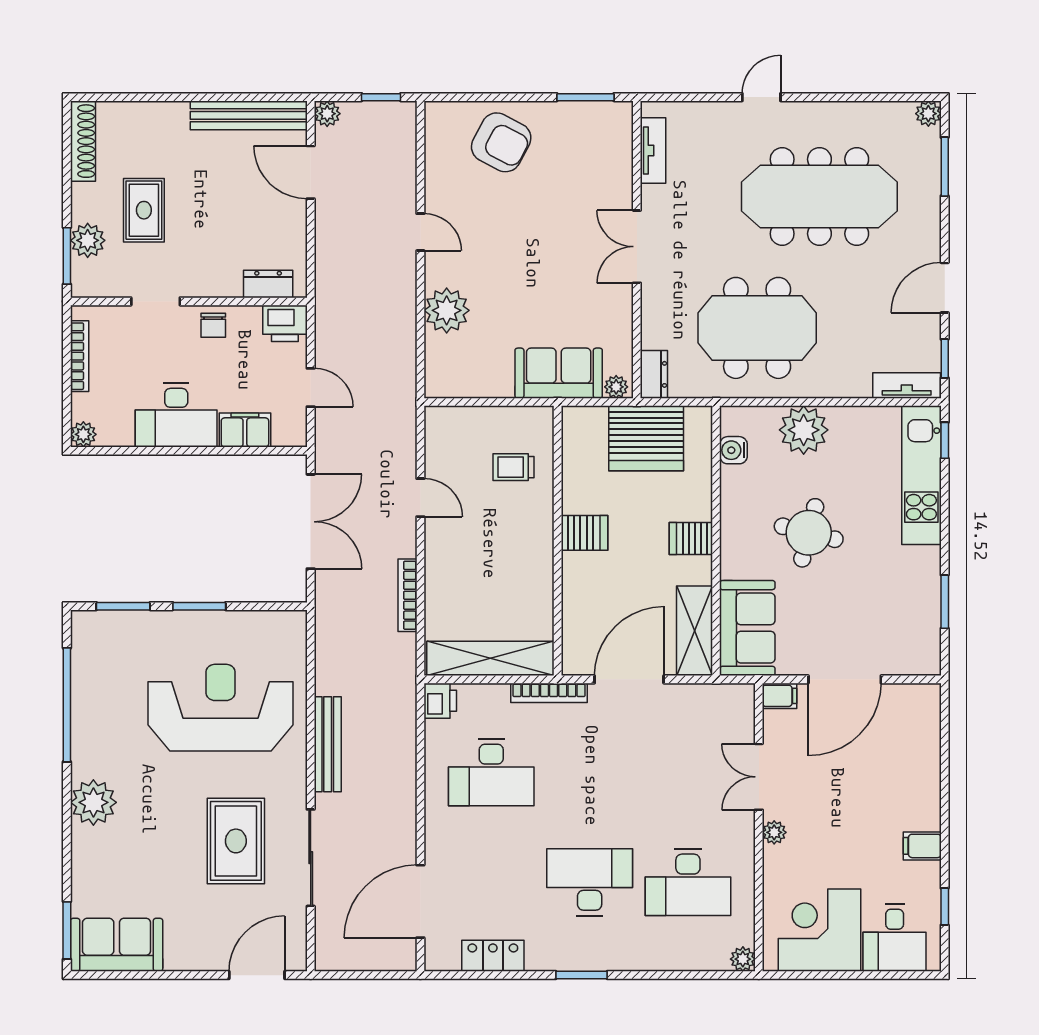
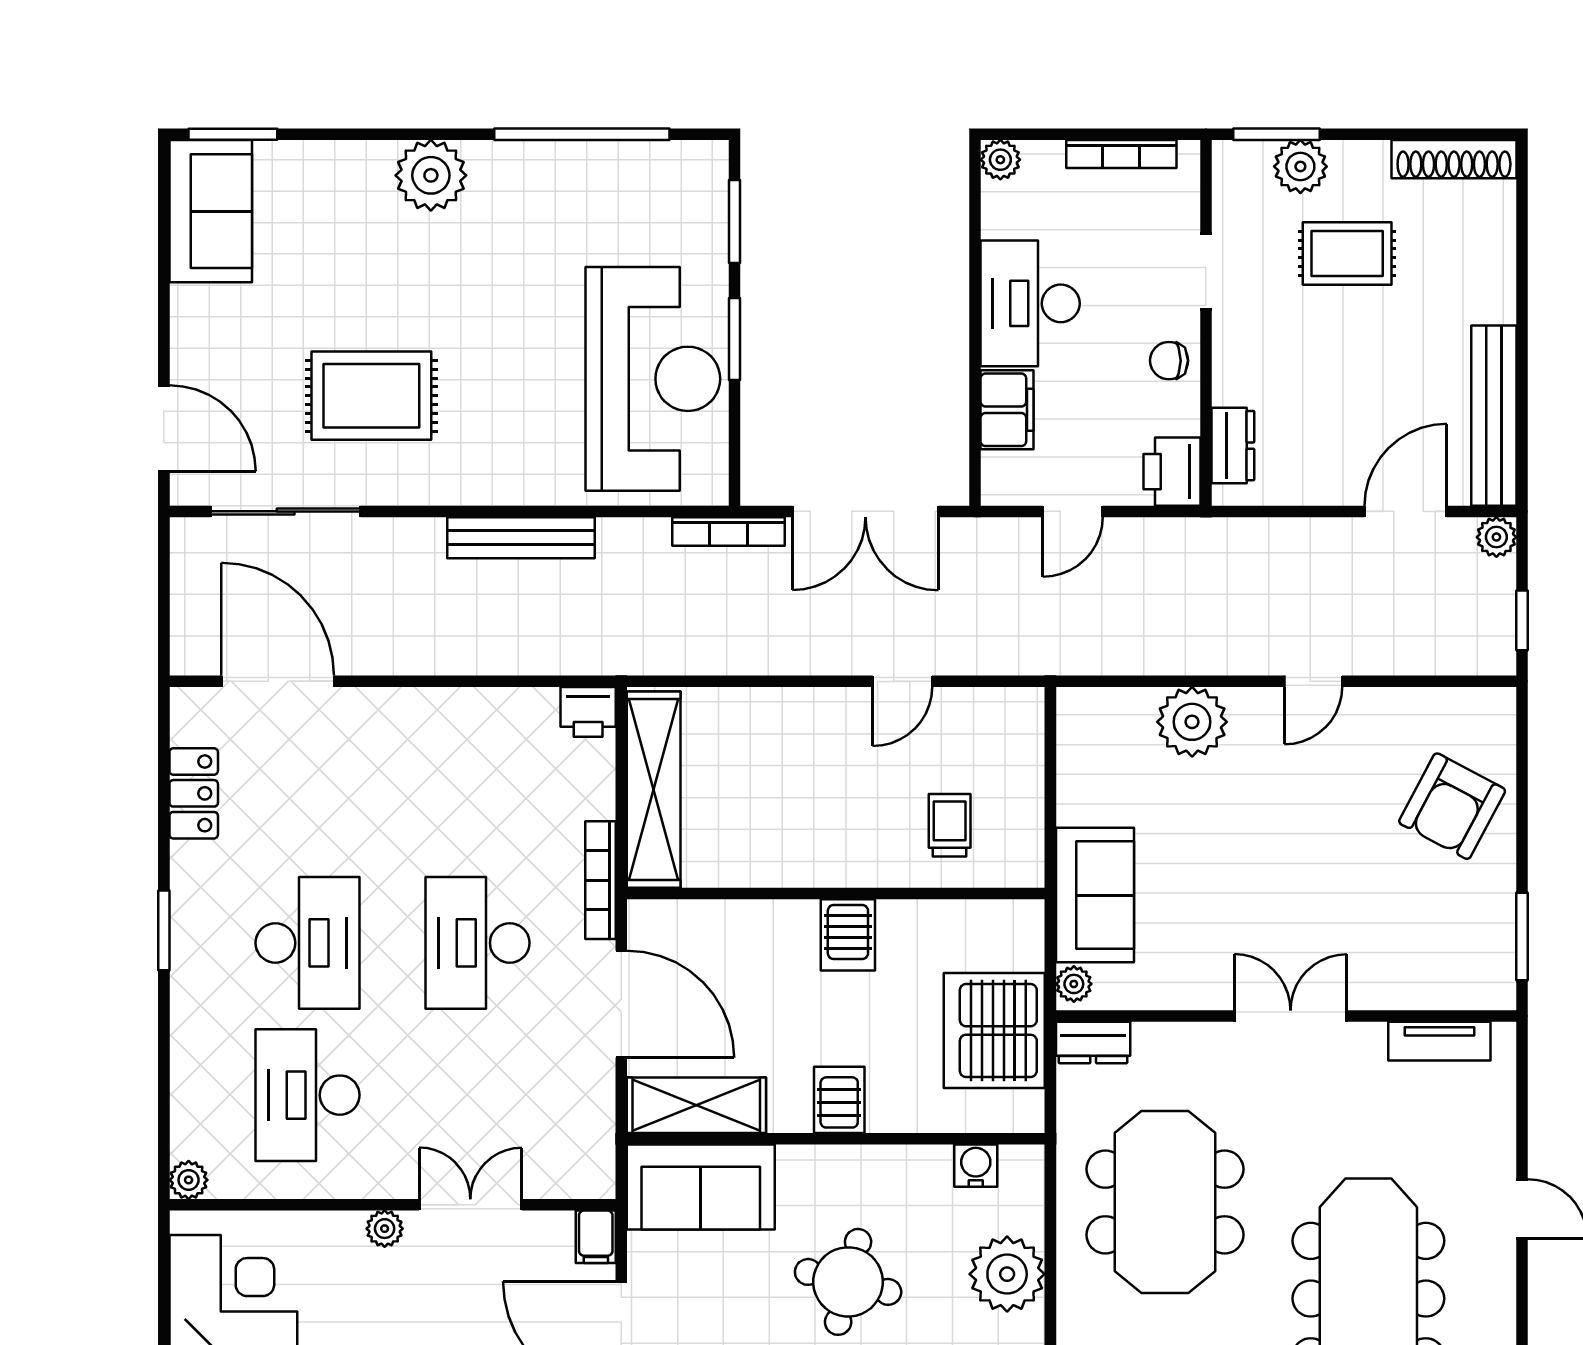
bookcase: (407, 595) -> (729, 532), moved, turned 180
reception desk: (221, 708) -> (653, 379), moved
desk: (491, 772) -> (478, 943), moved
sliding door: (311, 858) -> (286, 511), moved

